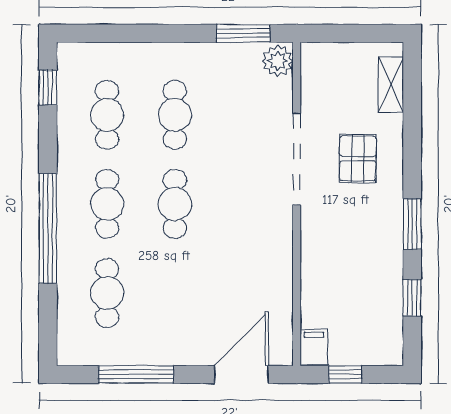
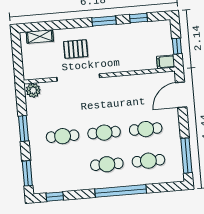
window: (102, 33) -> (27, 173), added
window: (243, 33) -> (24, 129), moved
cafe table: (107, 115) -> (146, 129), moved
window: (136, 374) -> (186, 156), moved
door: (241, 374) -> (181, 95), hinge flipped

